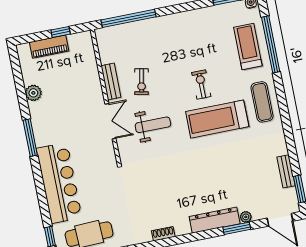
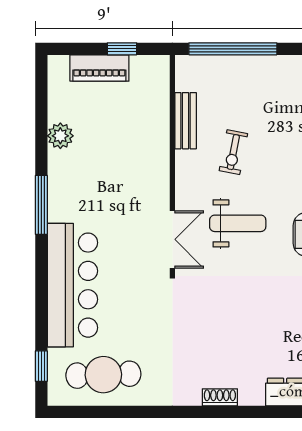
bench: (111, 81) -> (186, 121), moved
double door: (110, 121) -> (172, 239), moved

